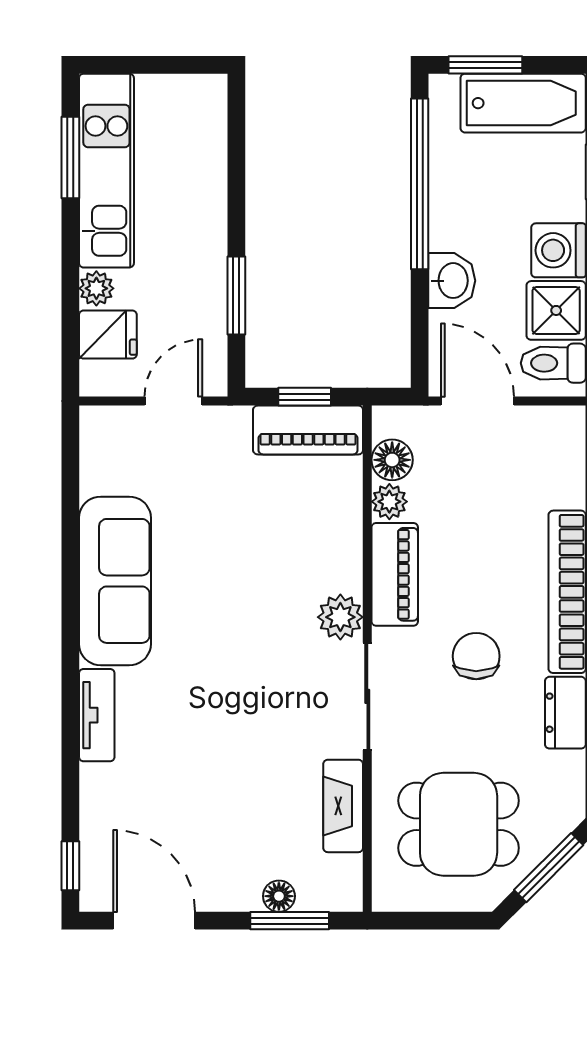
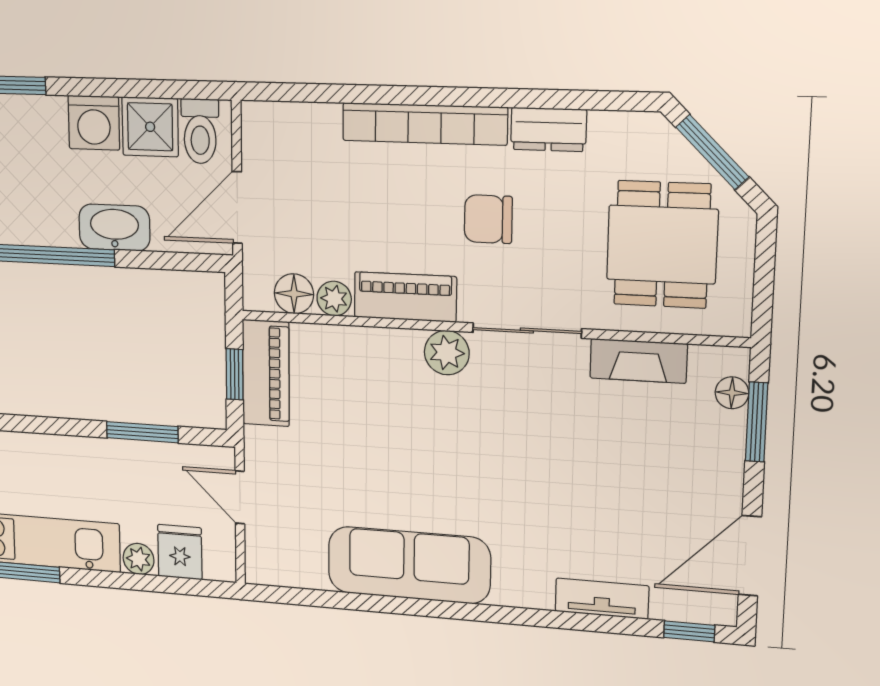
washbasin: (452, 281) -> (114, 227), width x1.38
tv unit: (97, 715) -> (602, 599), moved
floor lamp: (279, 896) -> (732, 393), moved

